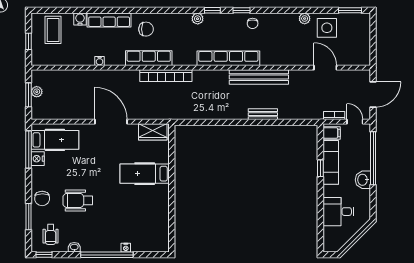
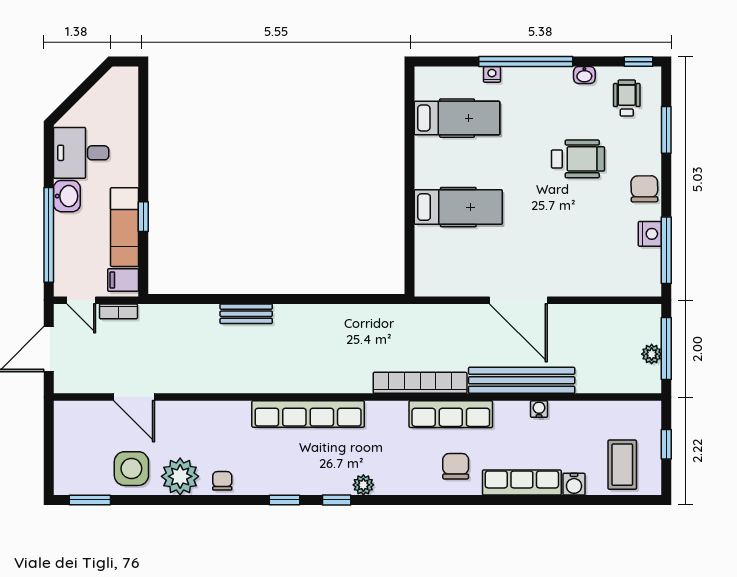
plant: (305, 19) -> (180, 476), width x1.88, depth x1.88
chair: (253, 23) -> (222, 481), moved
chair: (146, 29) -> (456, 466), turned 90
bench: (259, 77) -> (522, 380), moved
window: (29, 95) -> (666, 348), width x1.44
wardrobe: (153, 132) -> (444, 282), removed
hospital bed: (55, 140) -> (457, 118), moved, turned 180
chair: (42, 198) -> (644, 189), moved
desk: (338, 212) -> (81, 153), moved, turned 180

